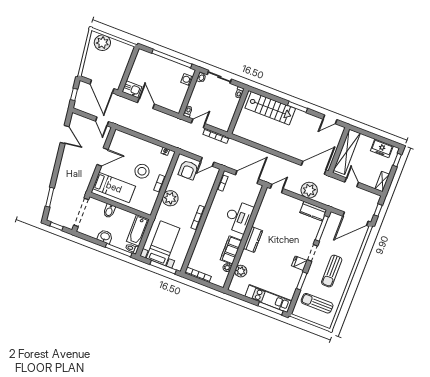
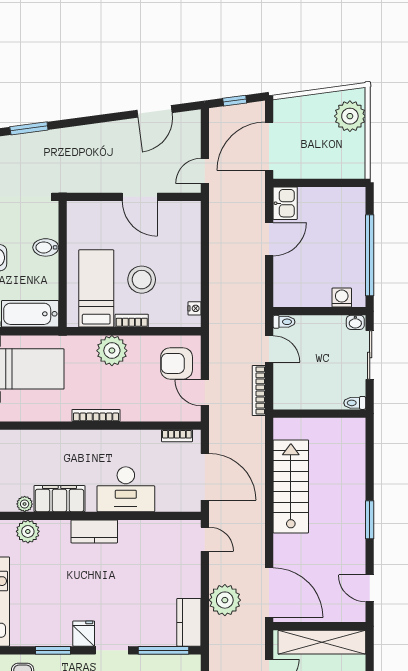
stairs: (270, 108) -> (291, 486), moved, turned 180
bed: (114, 187) -> (96, 288), moved, turned 180

